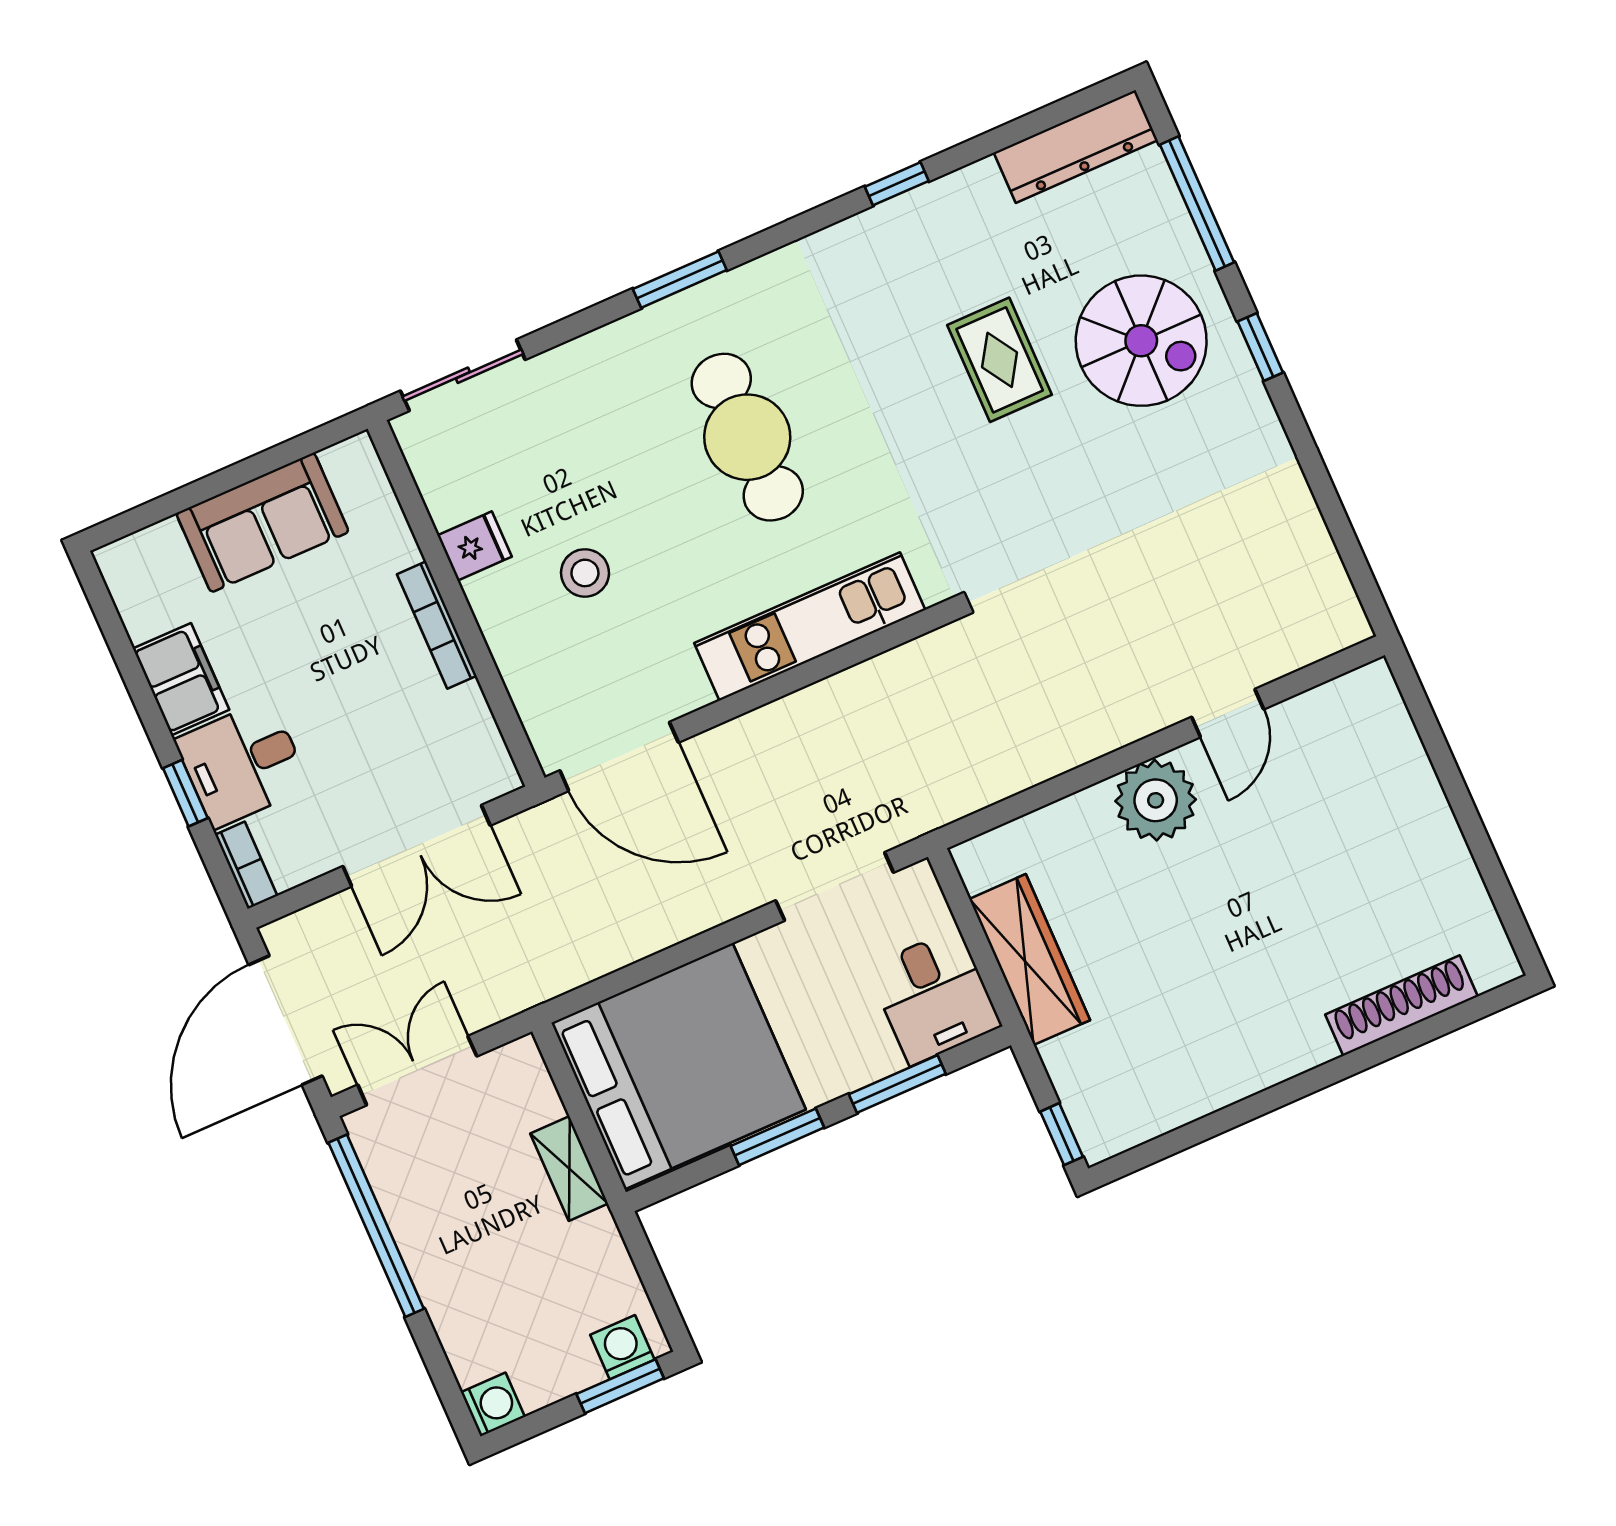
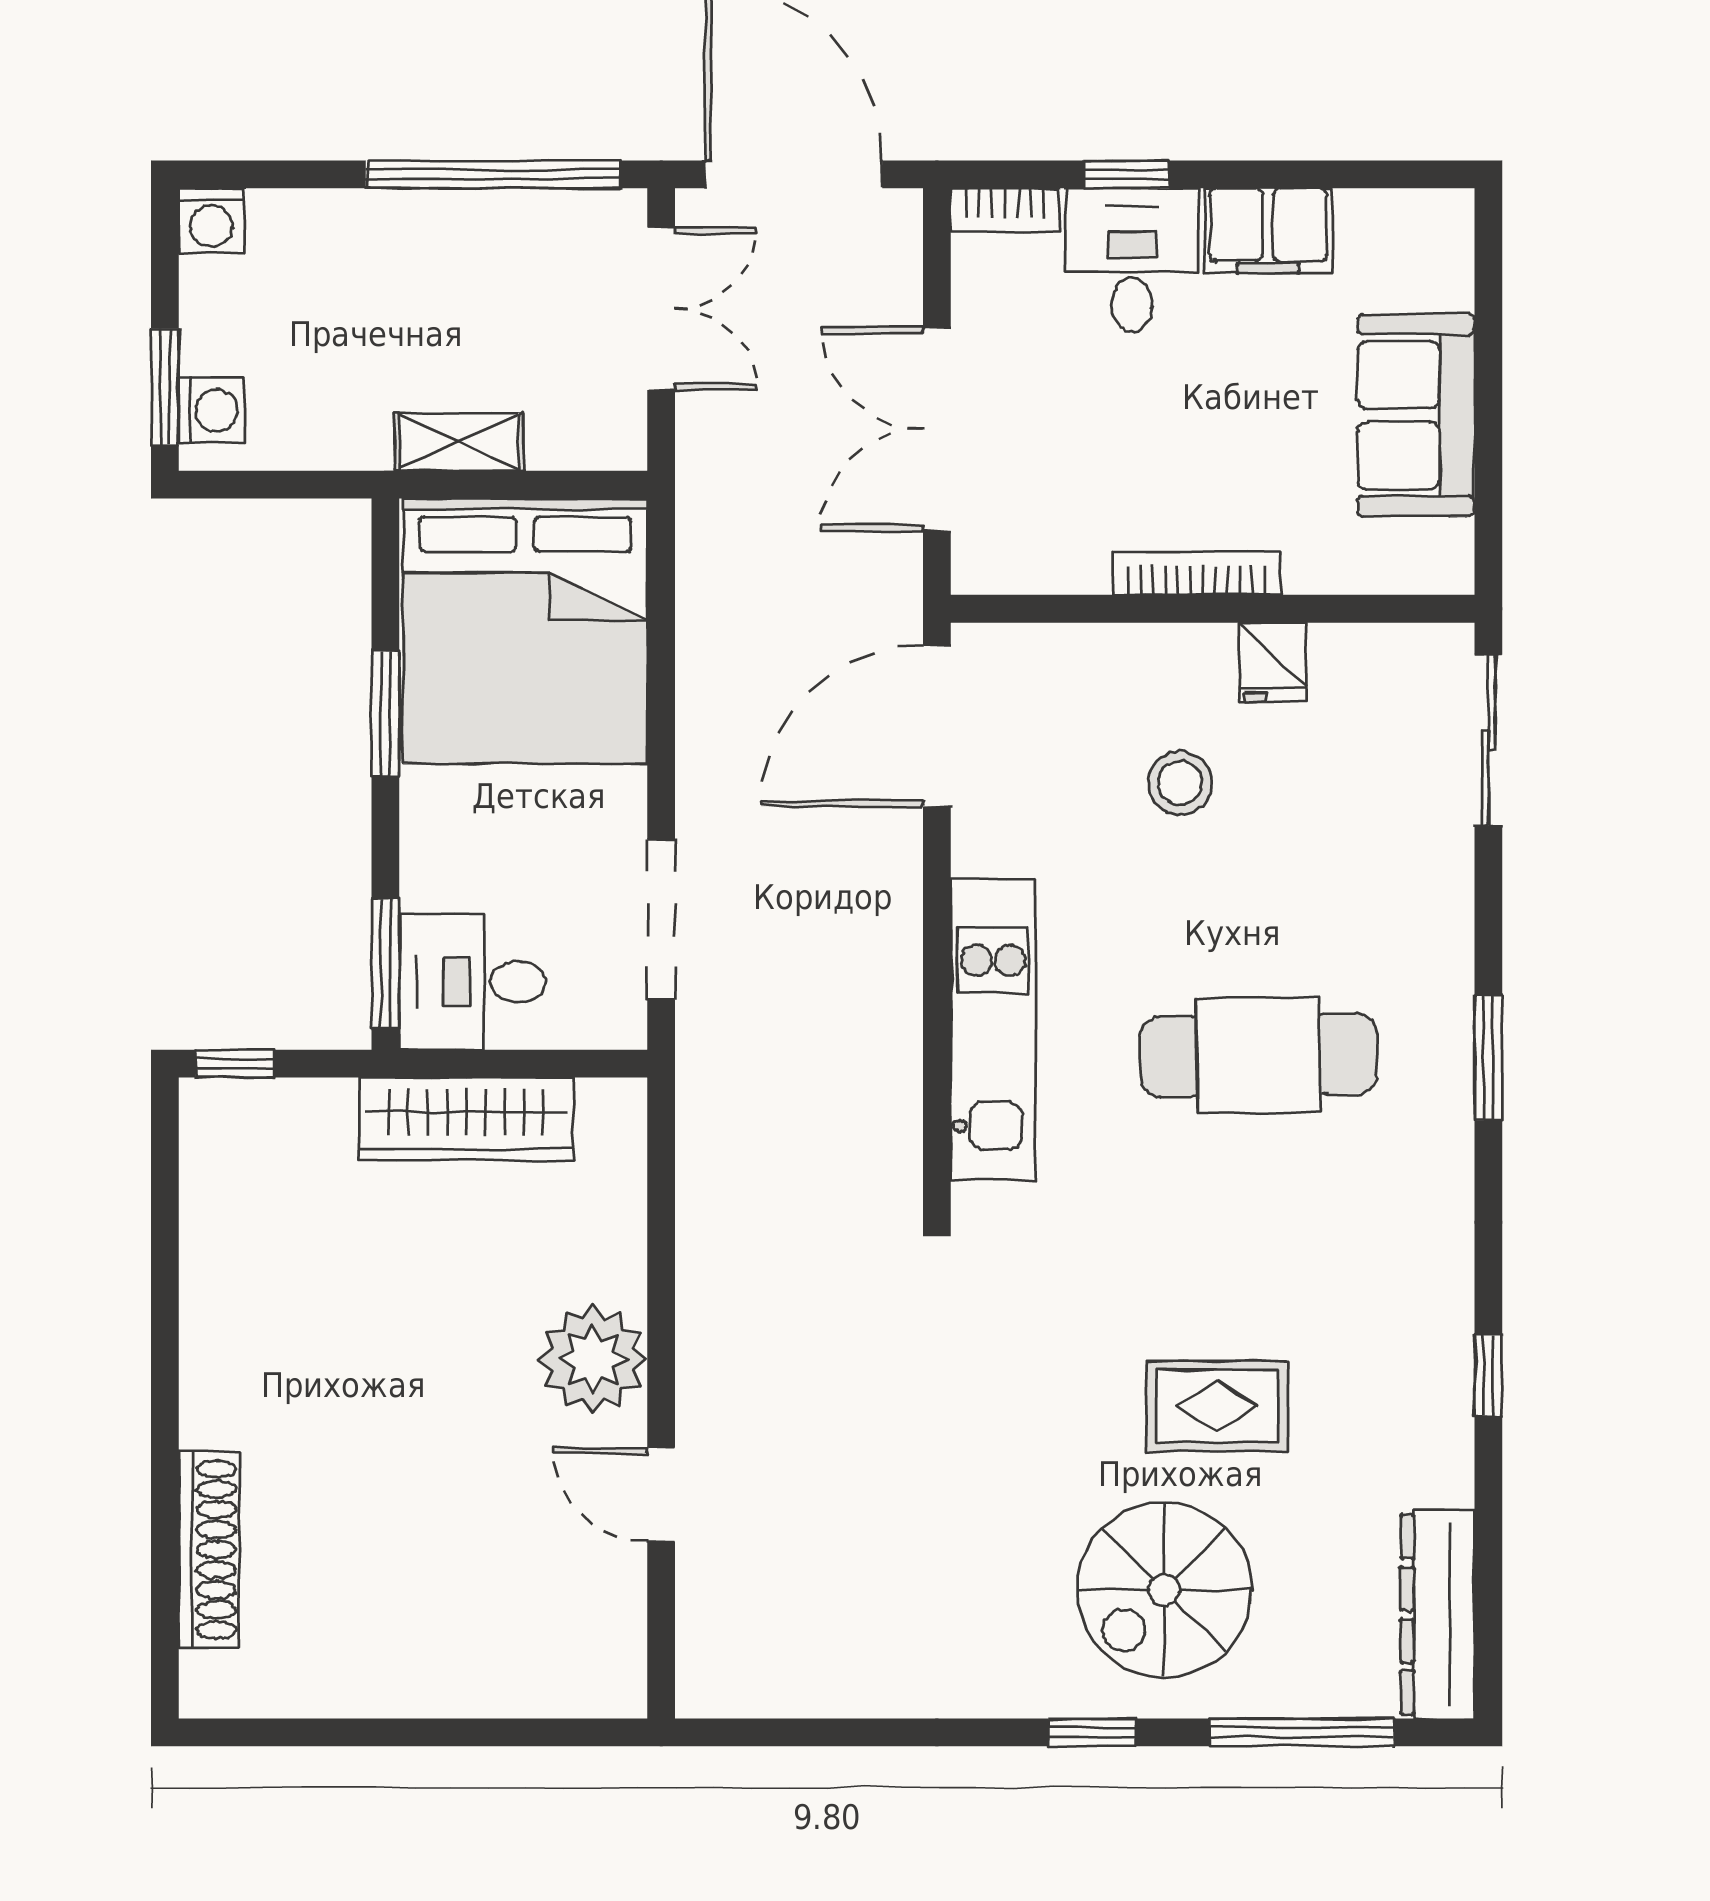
window: (897, 1084) -> (385, 963), moved

